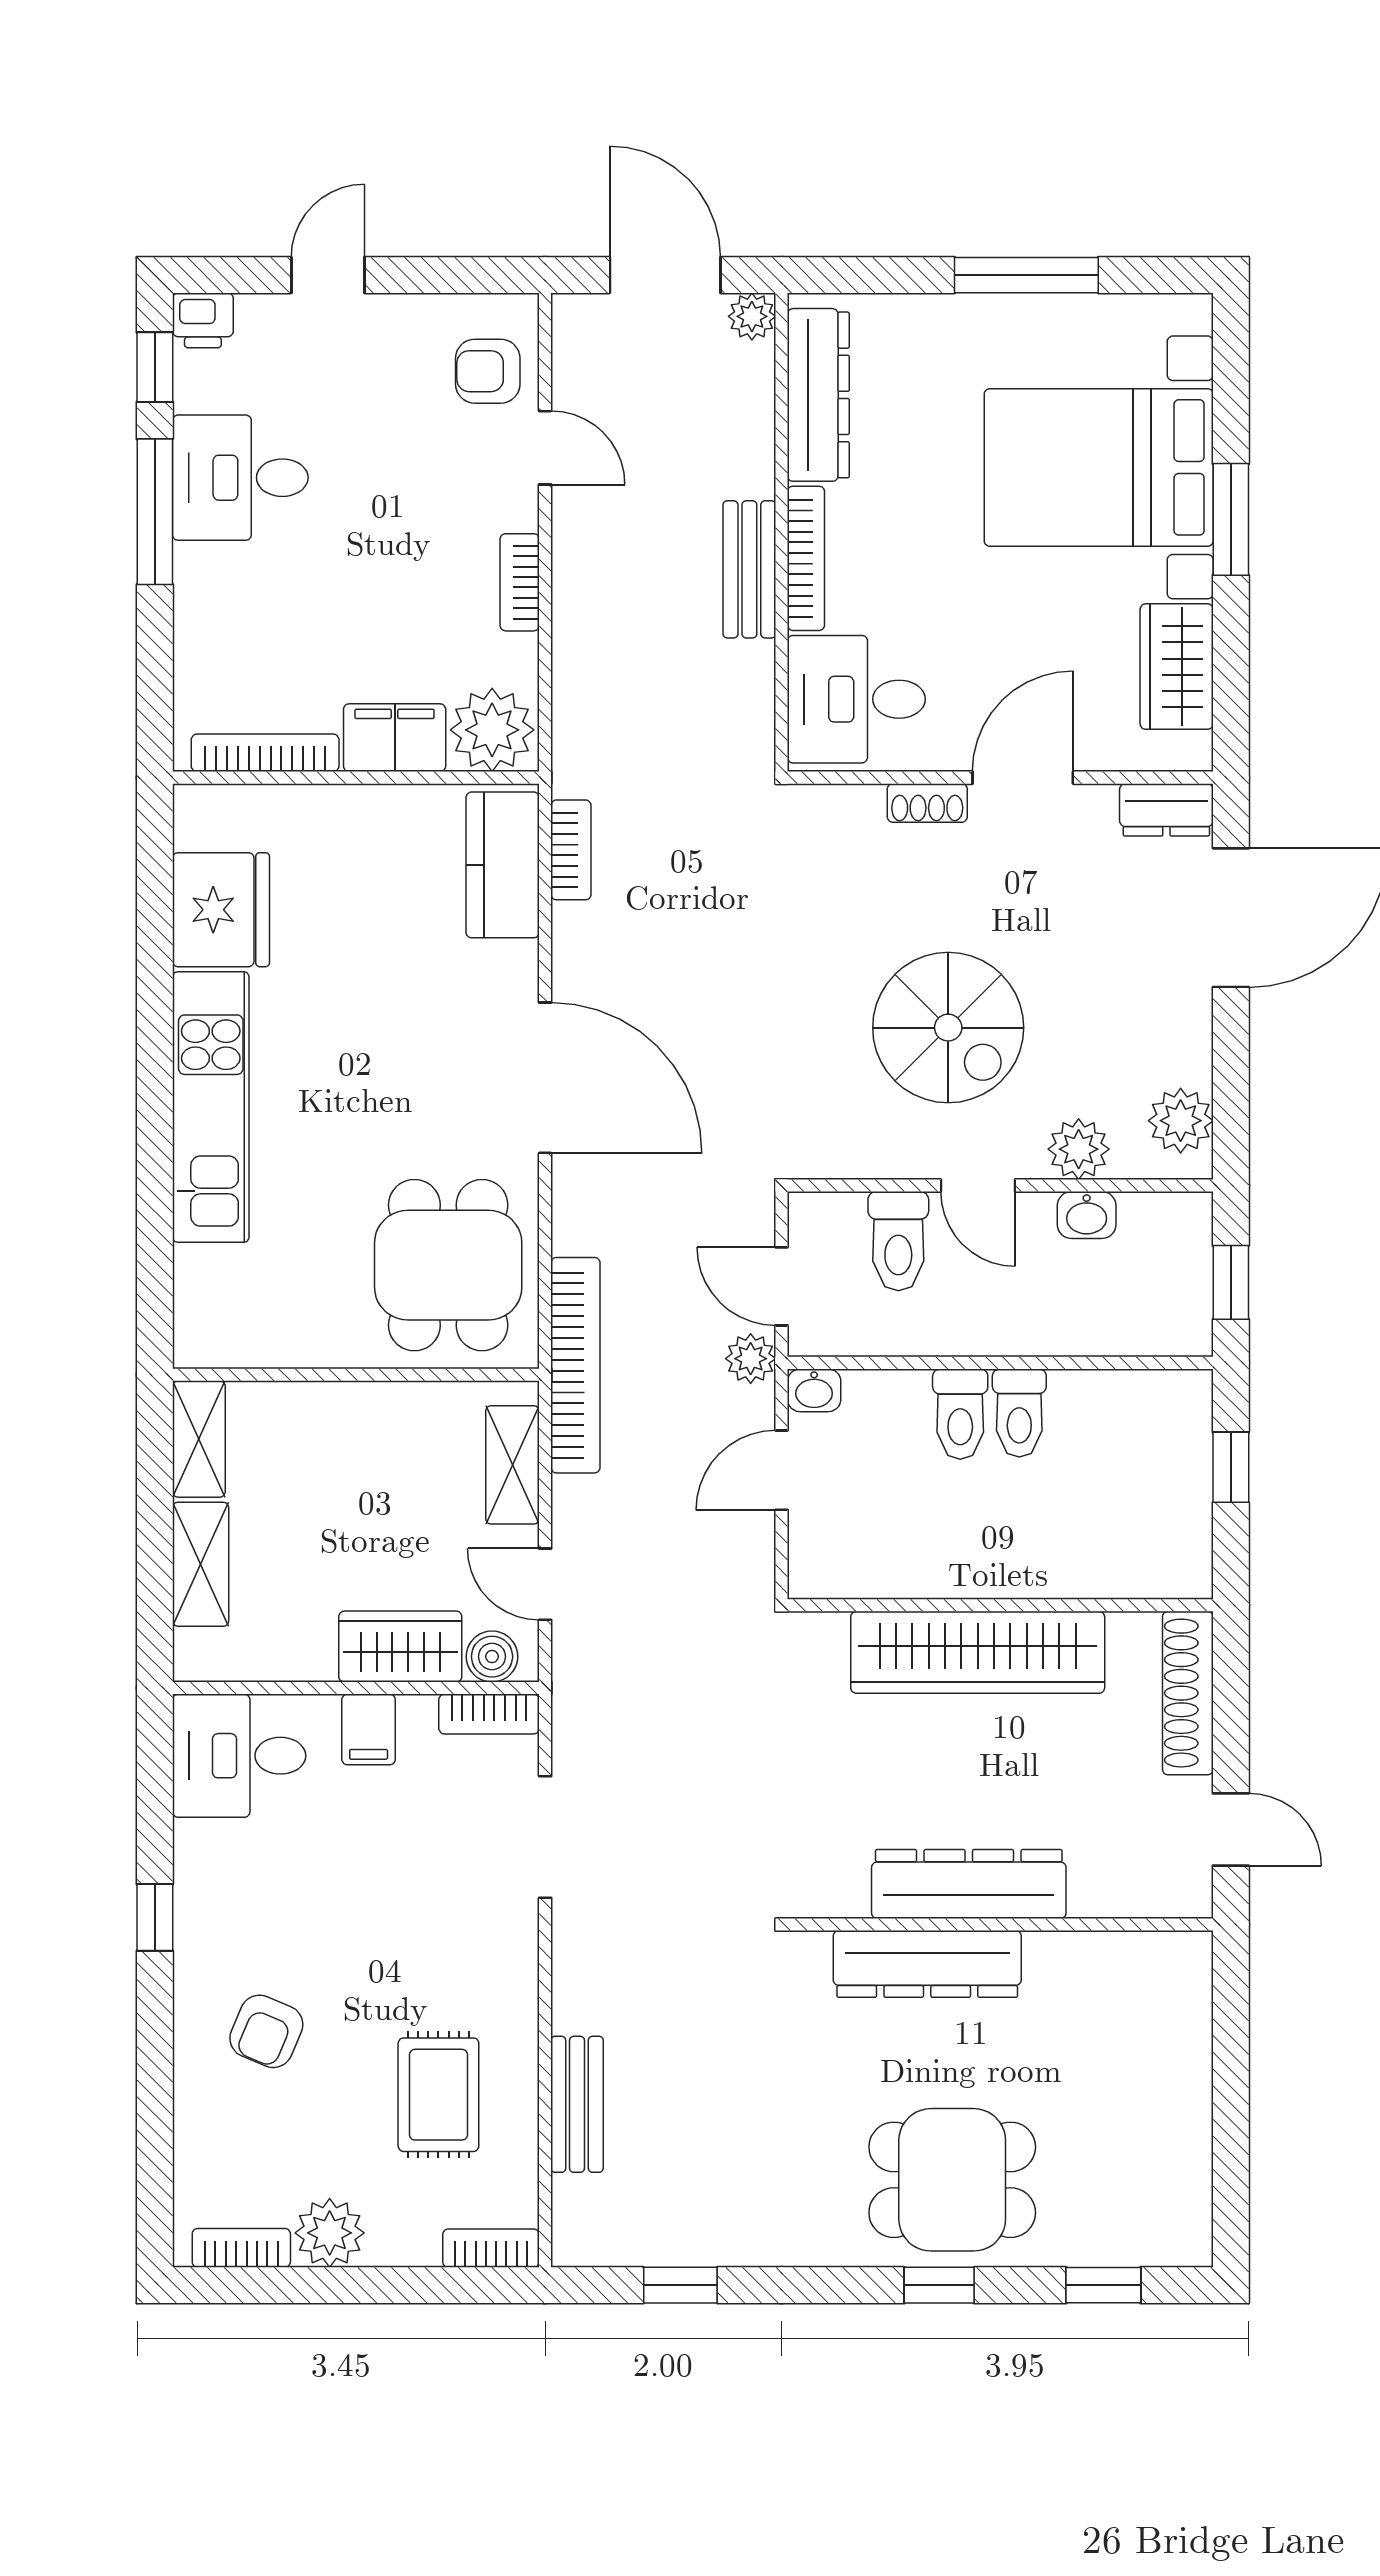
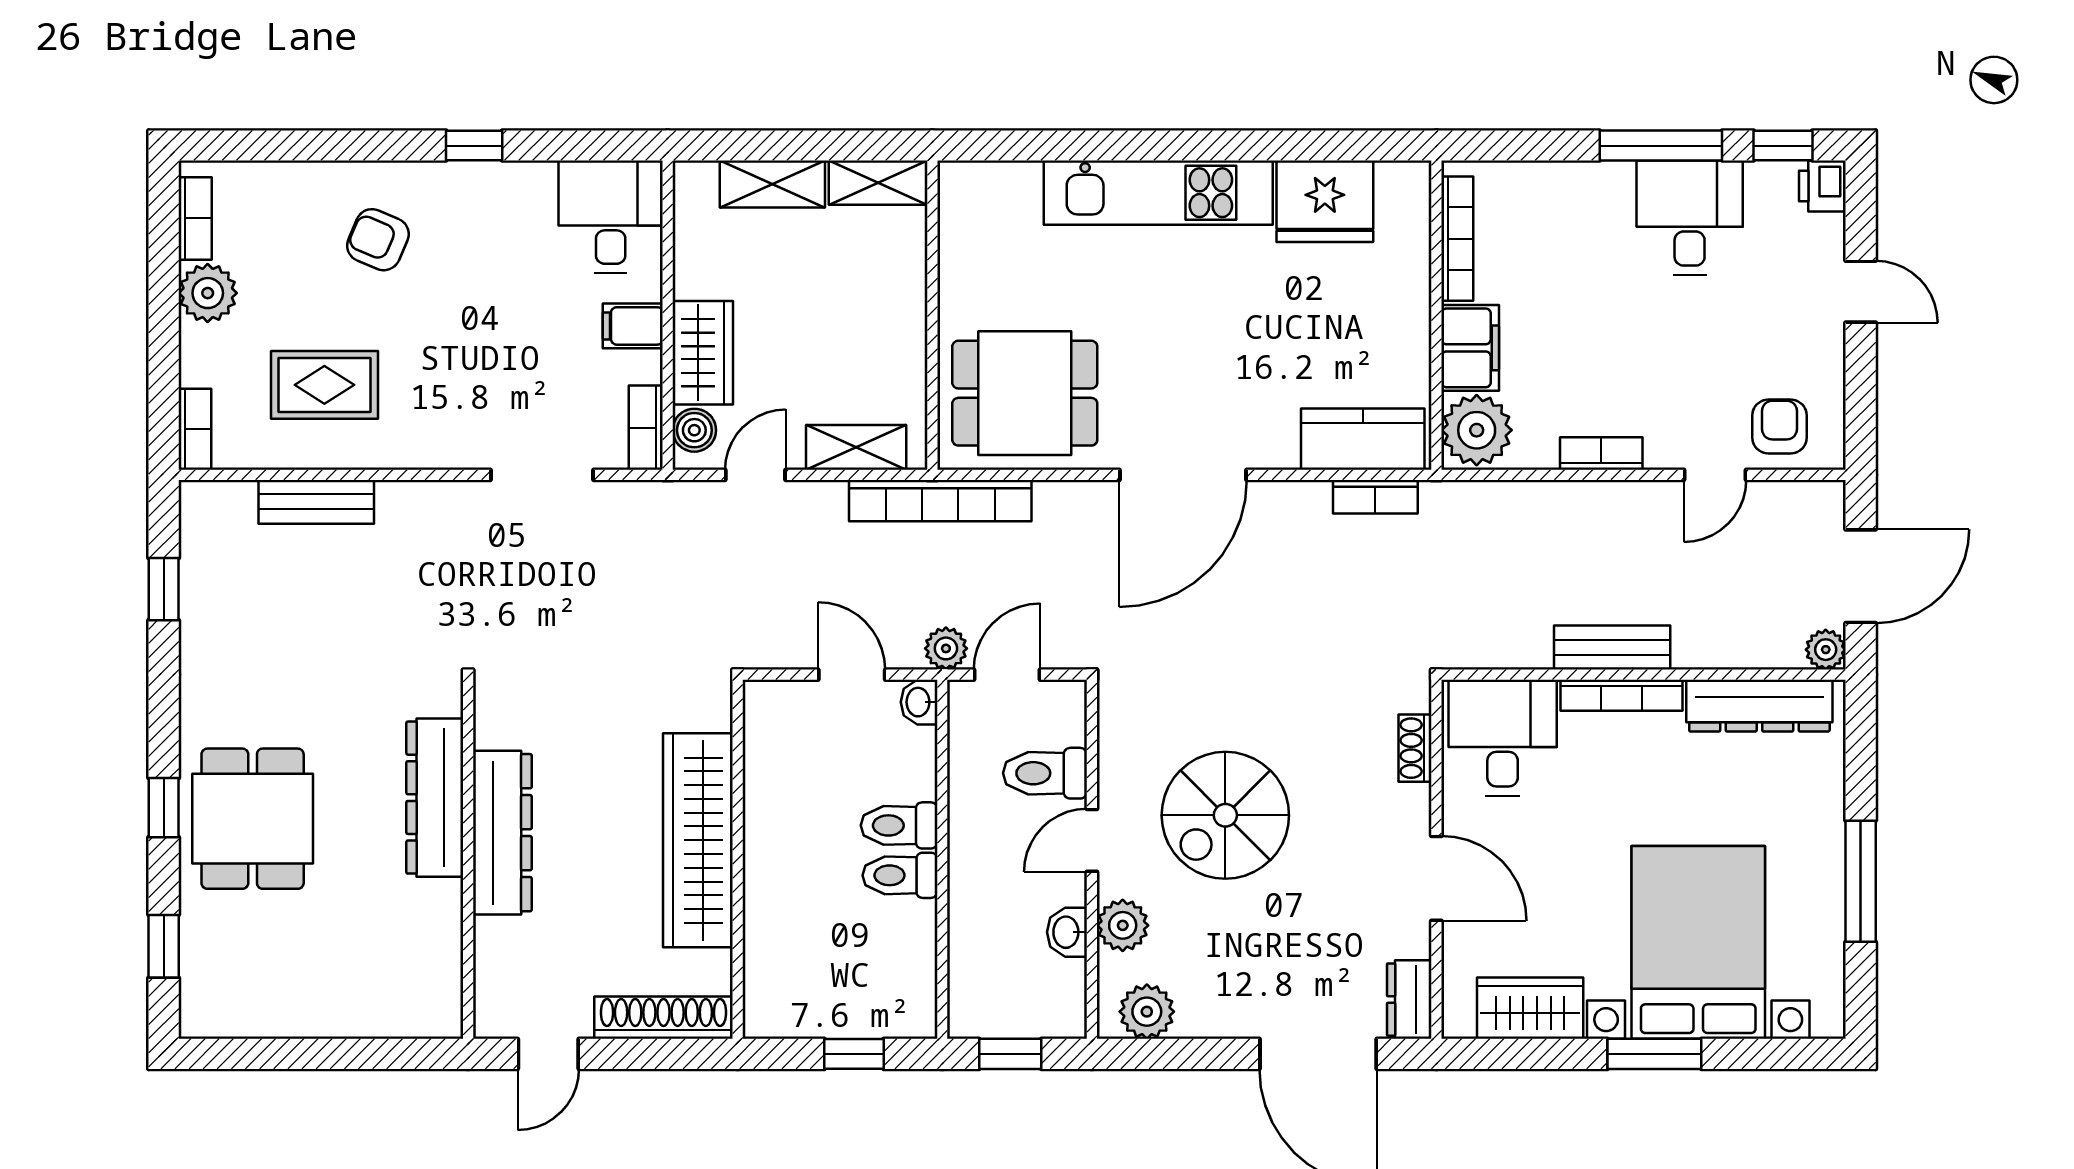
shoe rack: (927, 803) -> (1415, 748), moved

